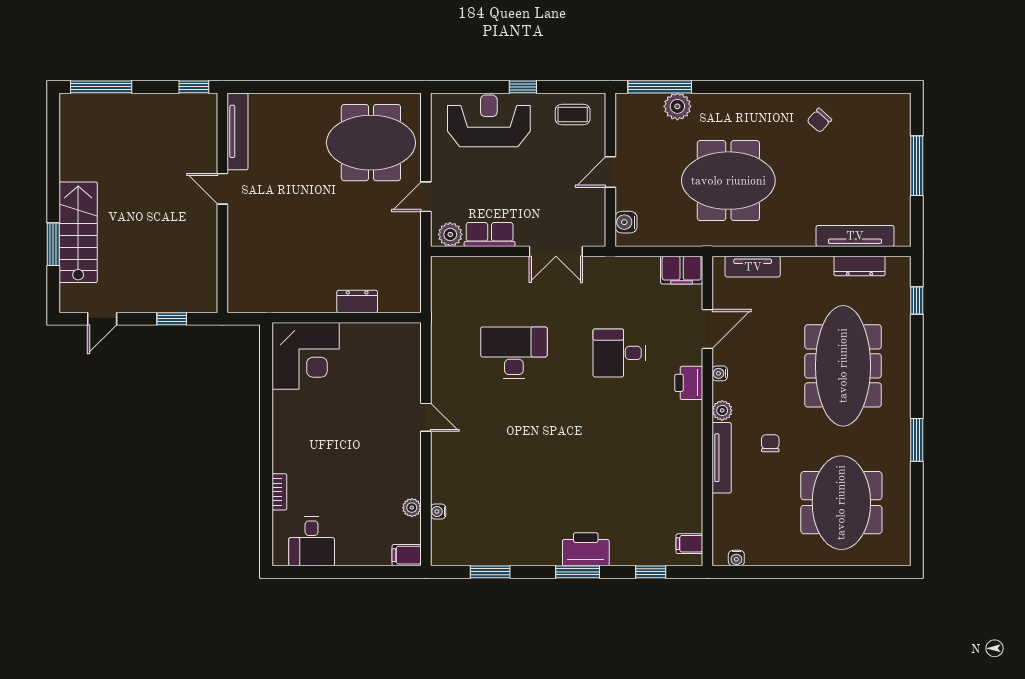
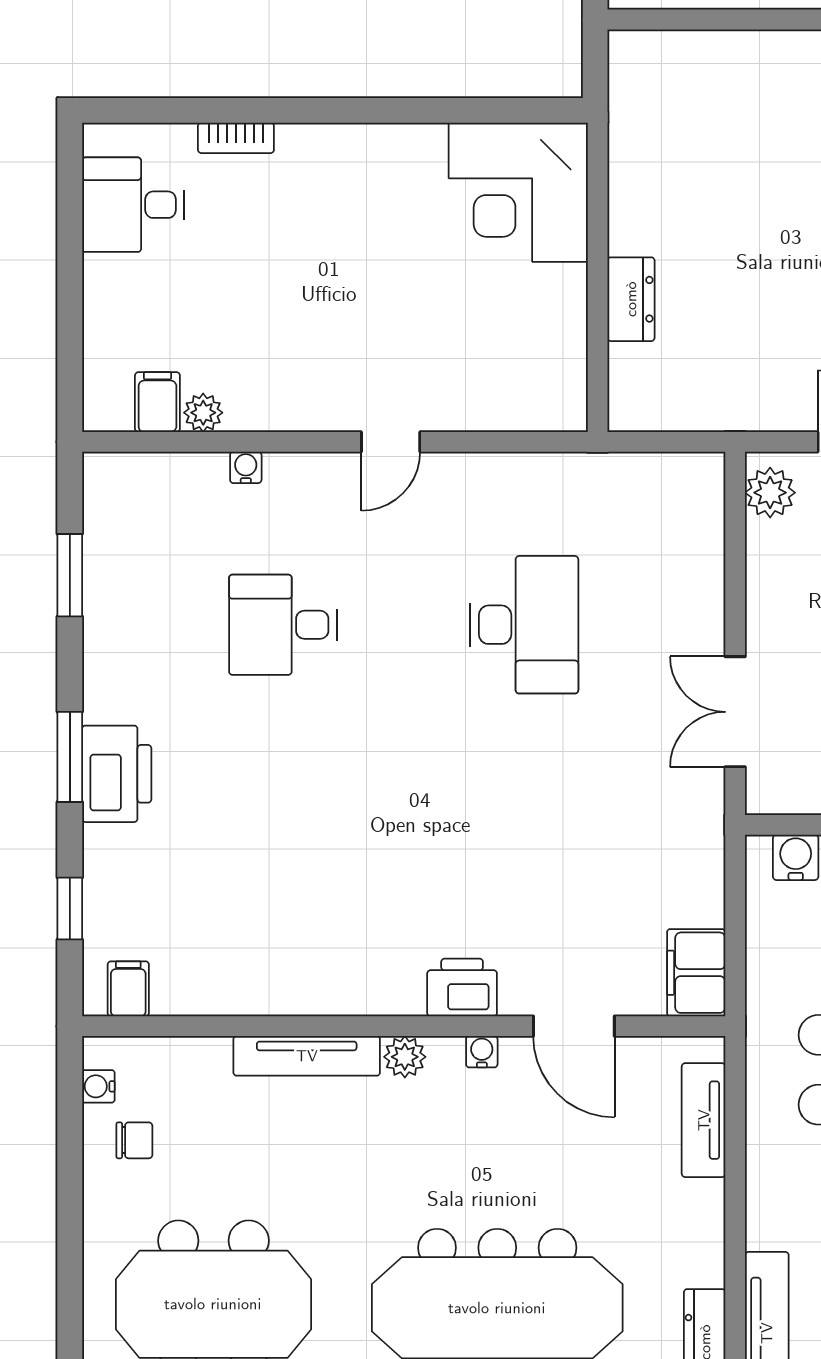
row of seats: (490, 234) -> (770, 574), removed
desk: (619, 353) -> (283, 625), moved, turned -90
chair: (770, 443) -> (134, 1140), moved
water cooler: (438, 511) -> (246, 467), moved
filing cabinet: (407, 555) -> (157, 402), moved

